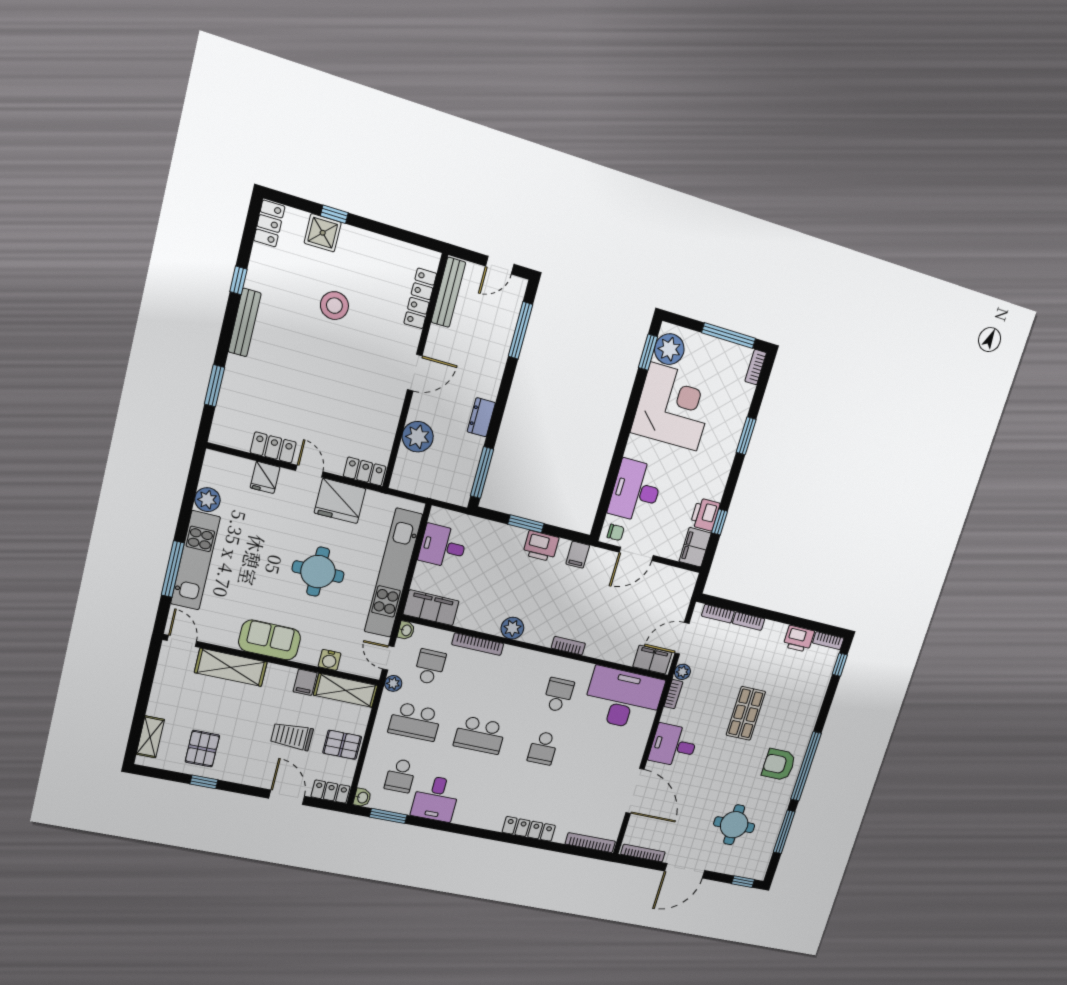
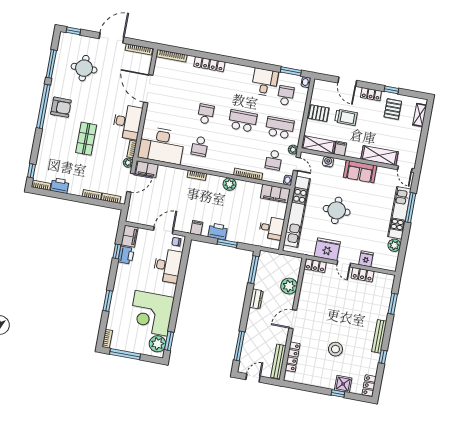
desk: (673, 745) -> (127, 122), width x1.37
locker: (331, 792) -> (371, 94), moved

